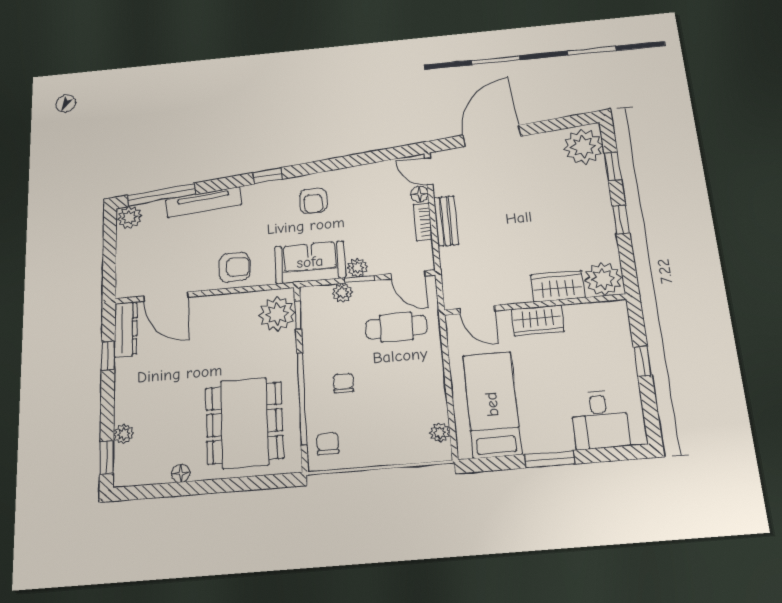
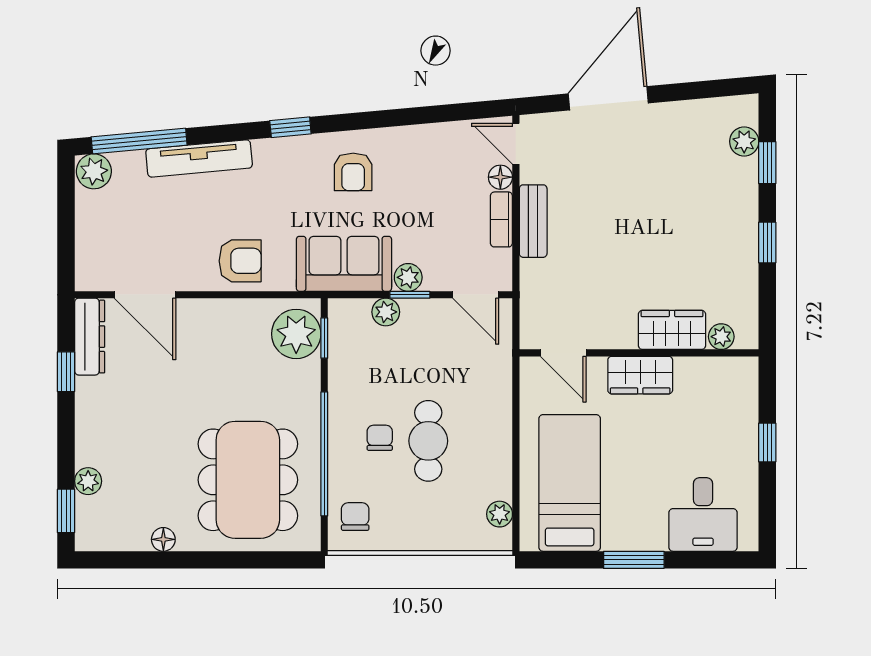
plant: (583, 147) -> (744, 141), width x0.53, depth x0.53
plant: (603, 279) -> (721, 337), width x0.53, depth x0.53
cafe table: (396, 327) -> (428, 441), moved, turned 90

